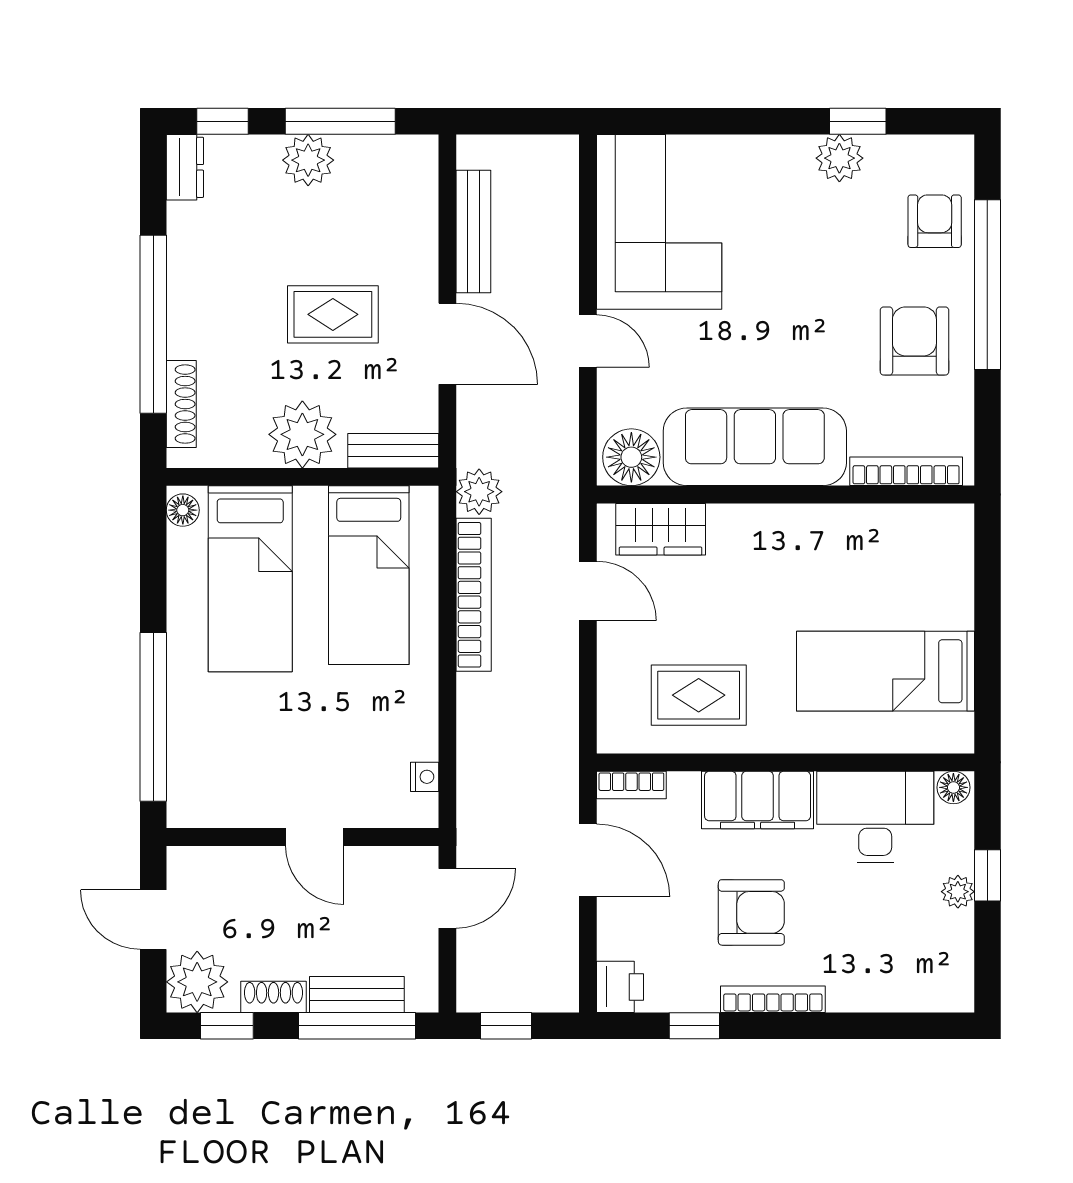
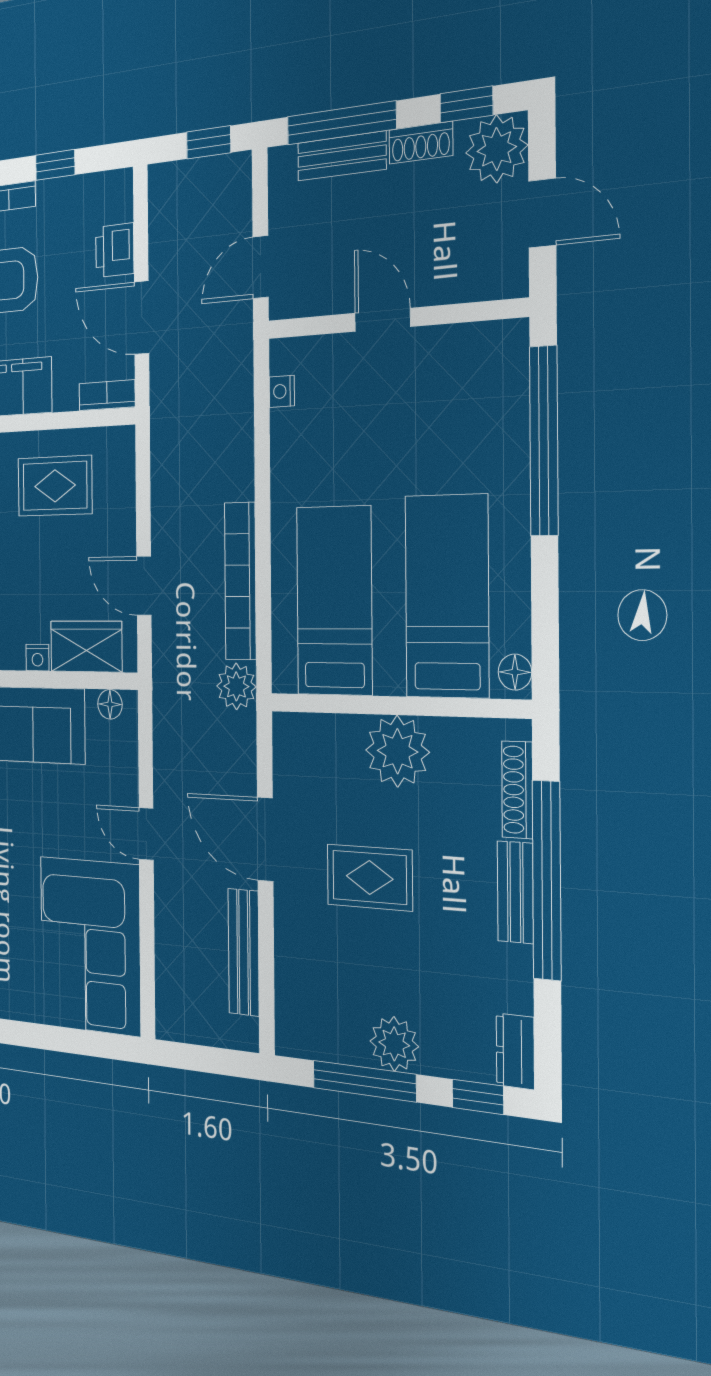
bench: (393, 451) -> (515, 892), moved, turned 90
floor lamp: (631, 457) -> (110, 704), width x0.53, depth x0.53
nightstand: (724, 517) -> (37, 658), added
printer: (620, 987) -> (115, 250), moved

